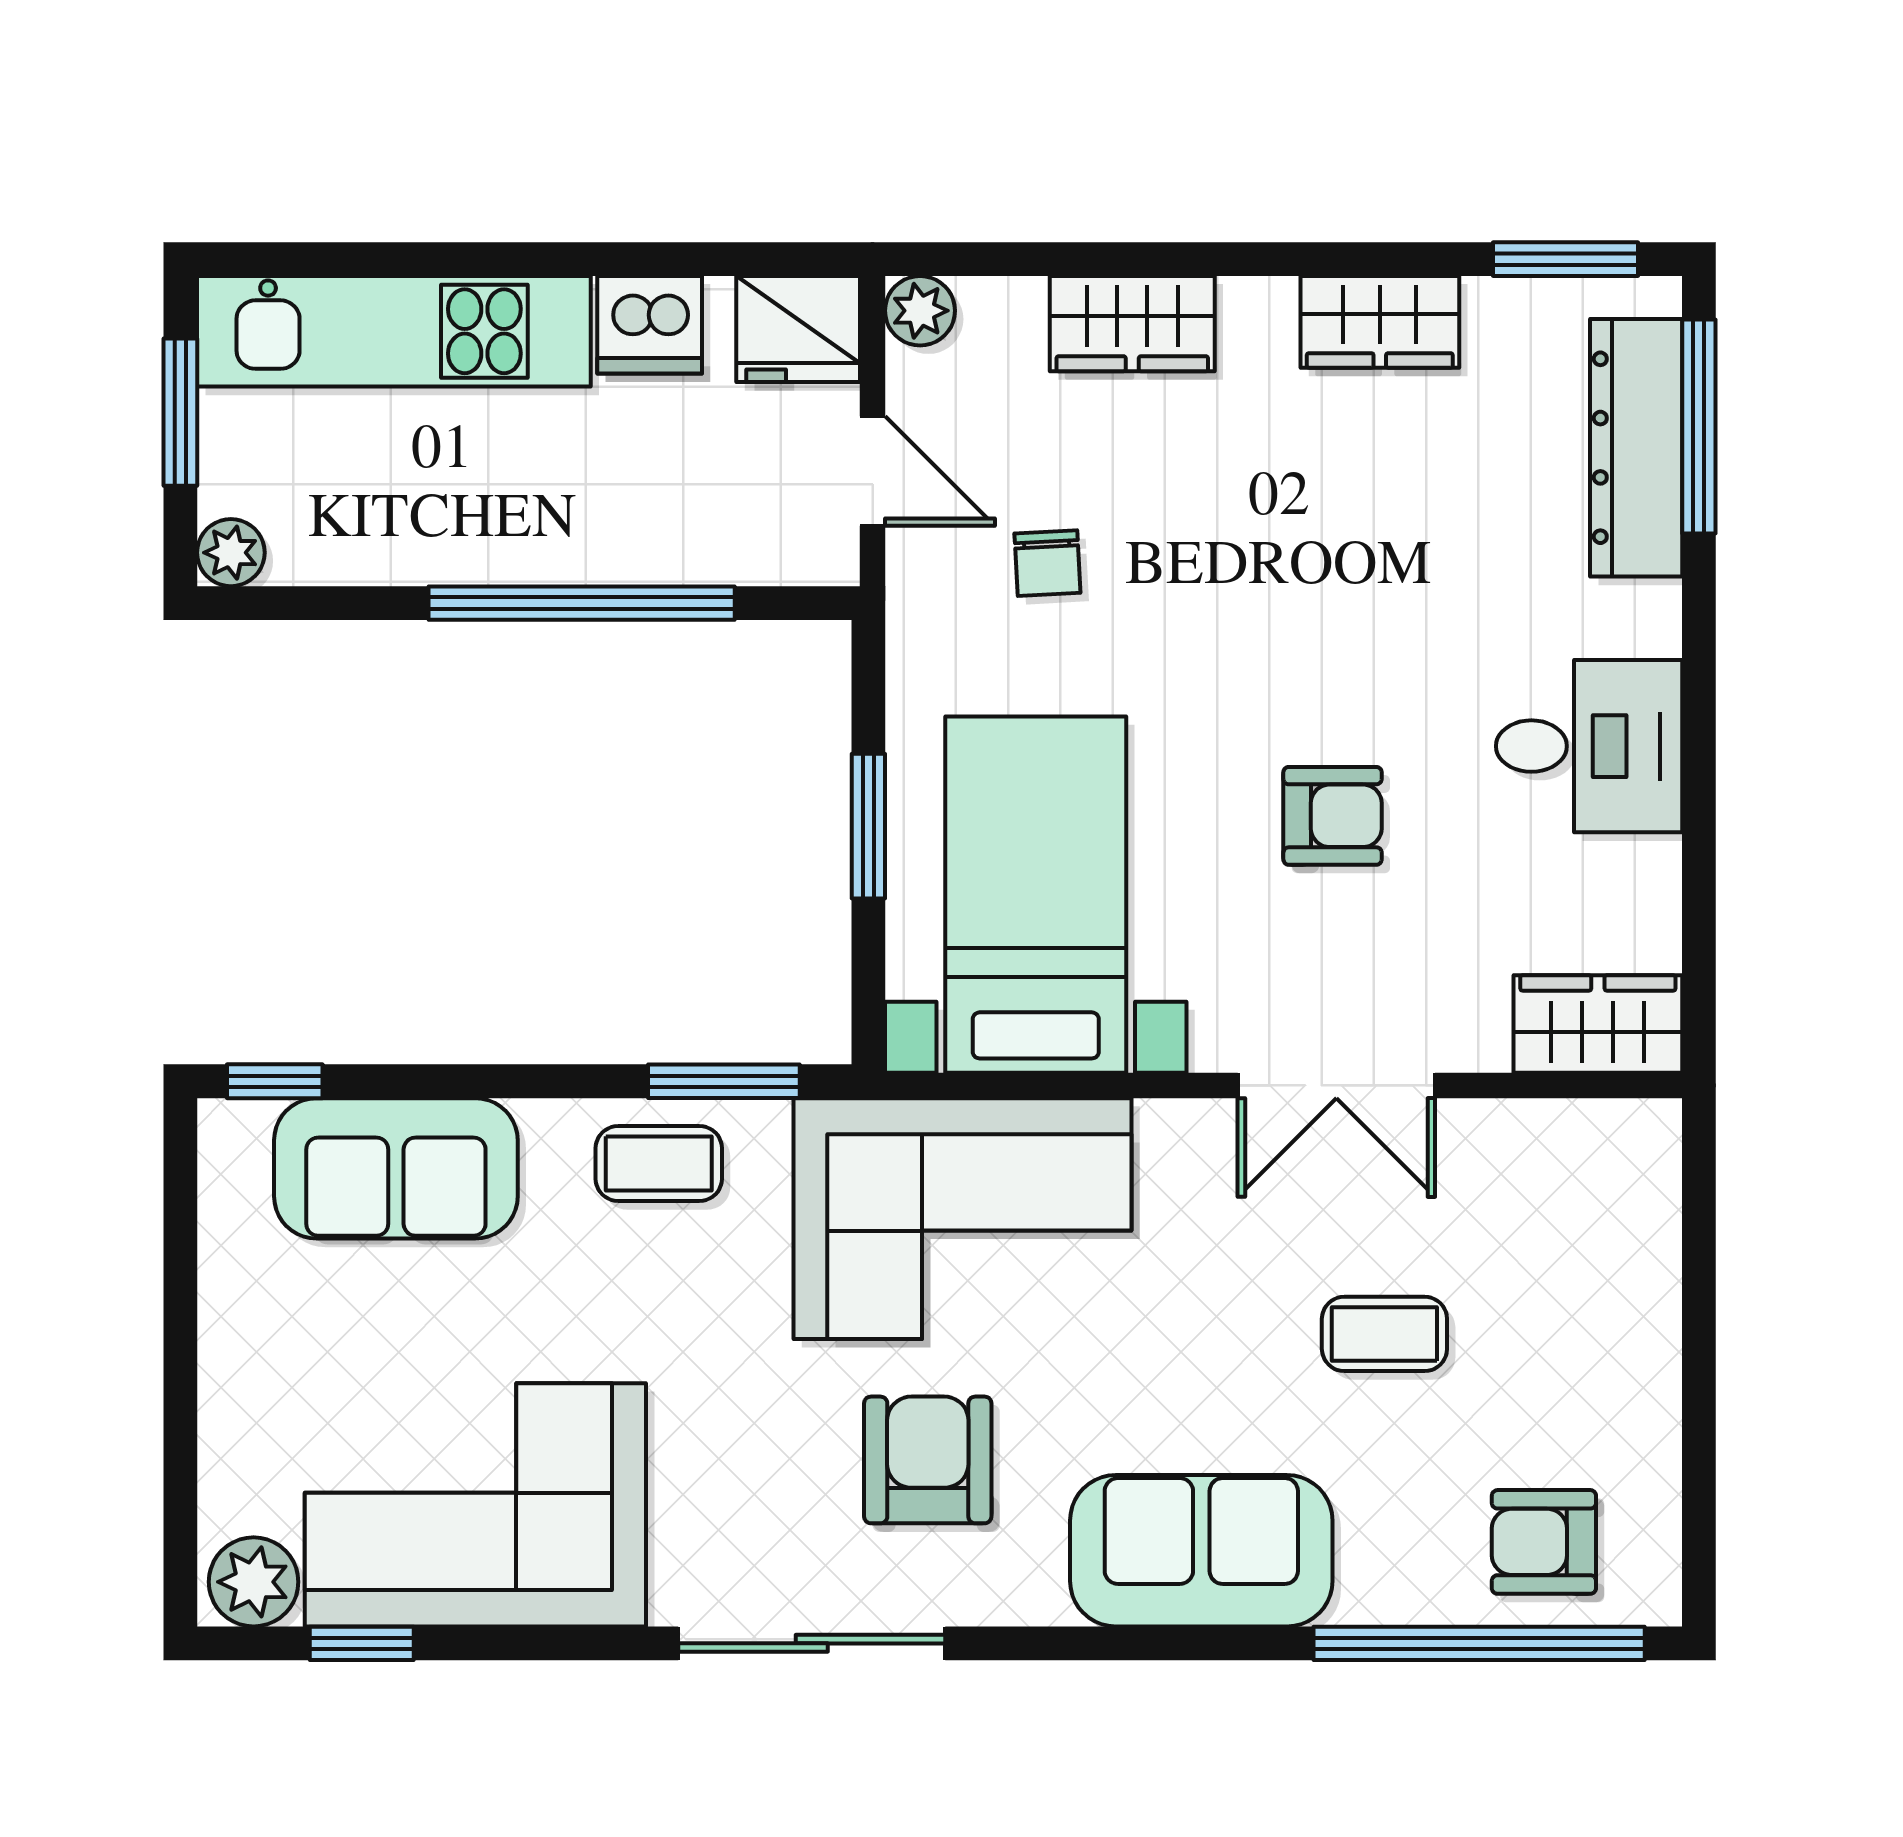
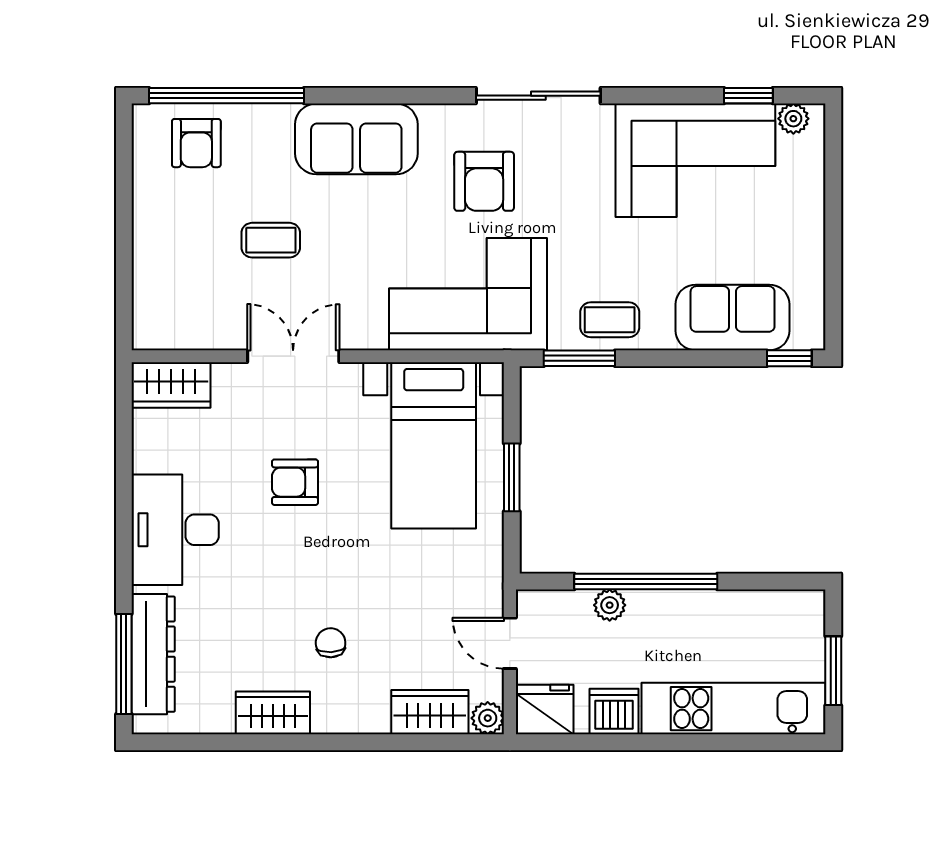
window: (1565, 259) -> (186, 742), removed
wardrobe: (1132, 324) -> (430, 712), moved
plant: (231, 553) -> (610, 605), moved
chair: (1047, 563) -> (331, 643), moved
desk: (1589, 746) -> (175, 530), width x1.37
armchair: (1544, 1542) -> (196, 143), turned 90
plant: (254, 1582) -> (793, 119), width x0.73, depth x0.73

